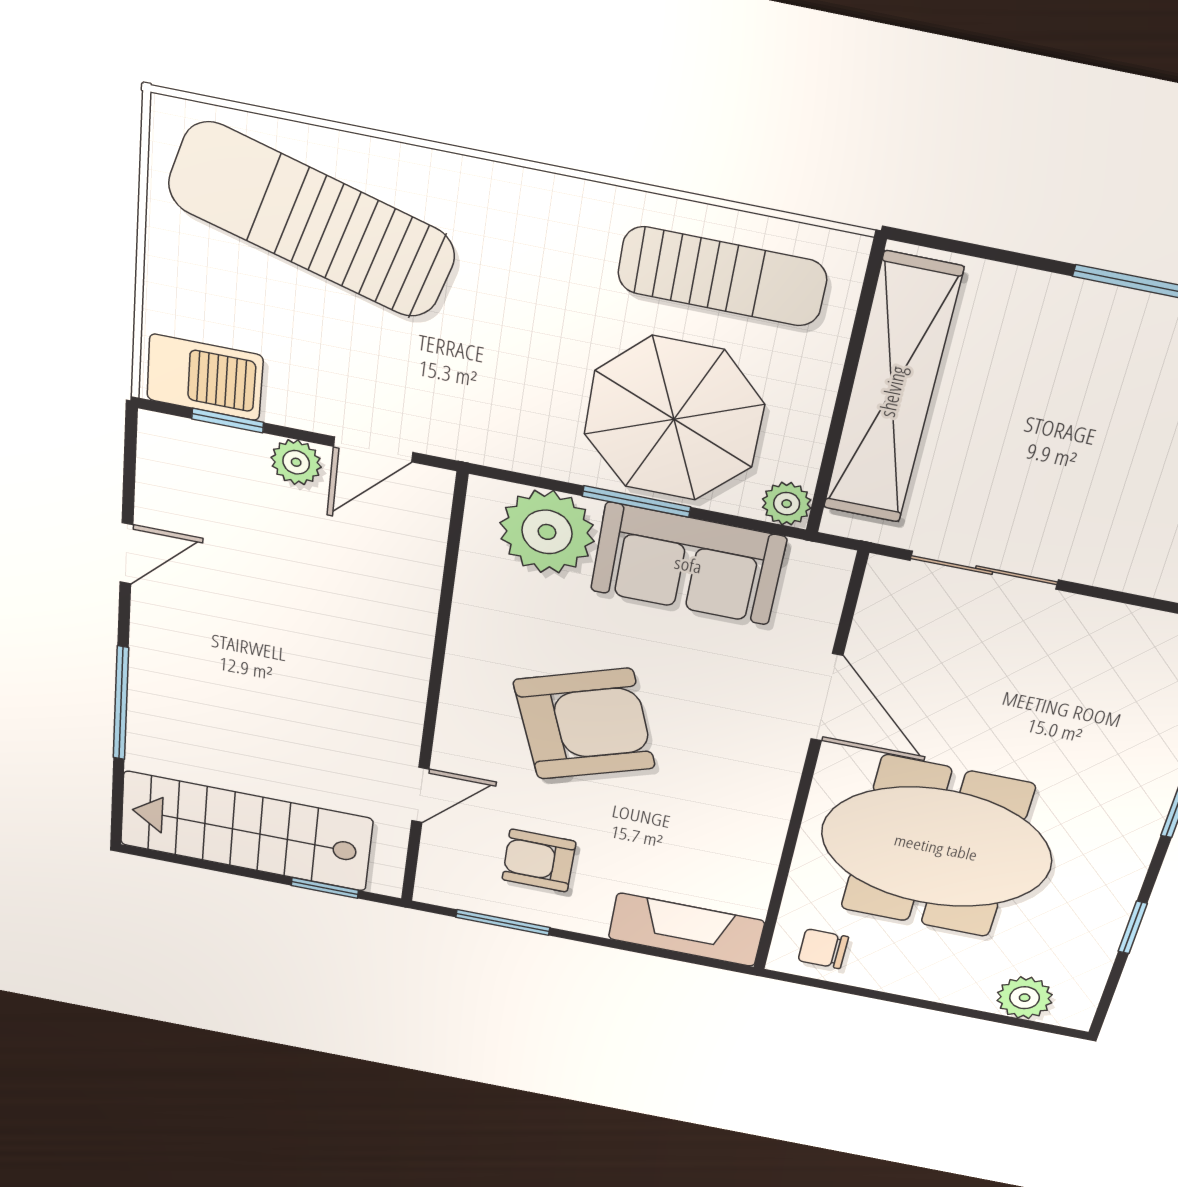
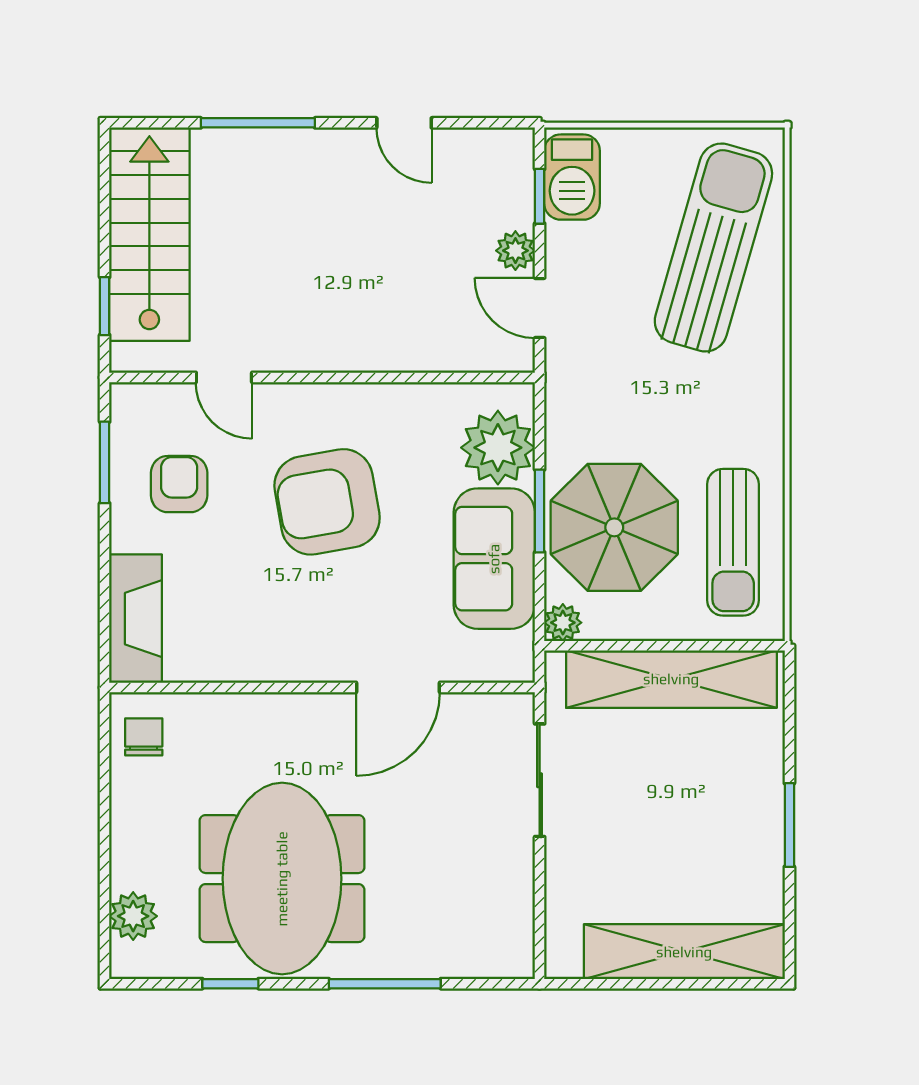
armchair: (585, 724) -> (327, 502), turned 100
meeting table: (936, 847) -> (282, 879), moved

